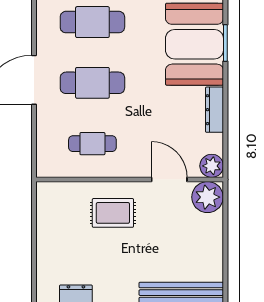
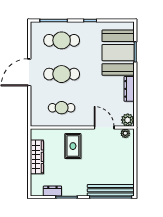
plant: (207, 197) -> (125, 133), width x0.53, depth x0.53
rug: (113, 213) -> (73, 146), turned 90
wardrobe: (48, 232) -> (37, 157), added

